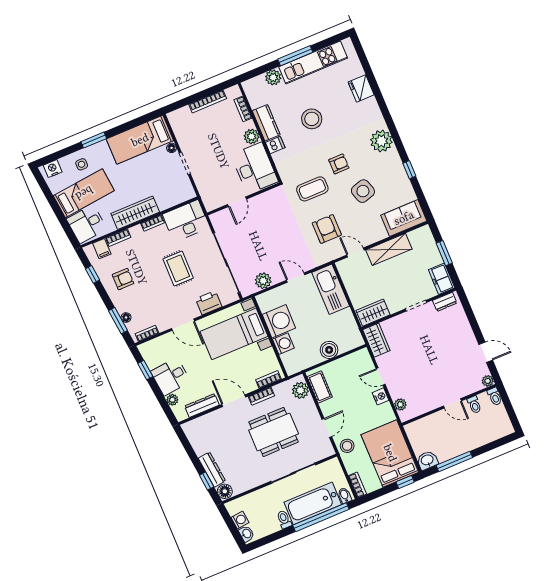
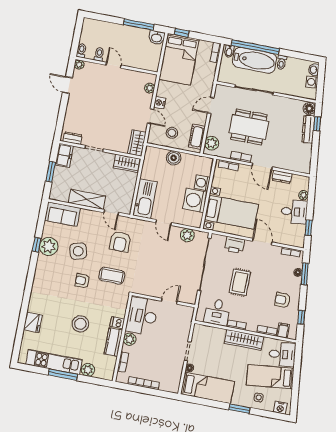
plant: (381, 141) -> (49, 246), moved
desk: (186, 221) -> (217, 312), width x0.73
dresser: (202, 406) -> (282, 177), width x0.70
stool: (347, 446) -> (172, 133), moved

